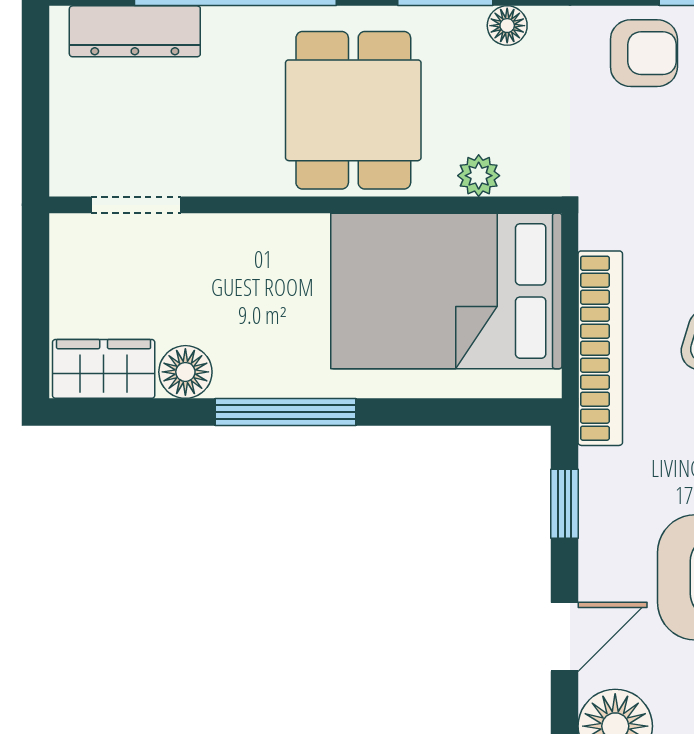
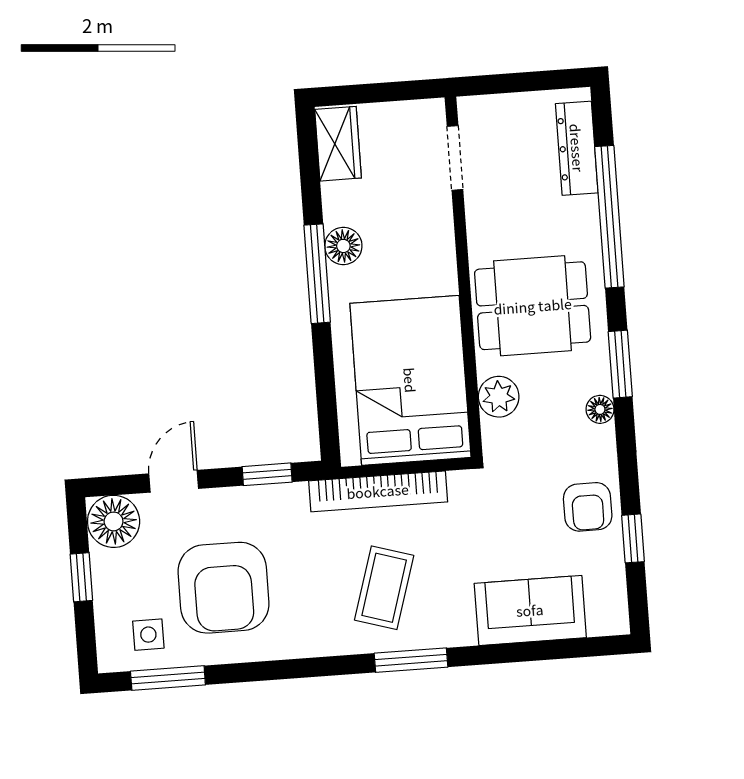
plant: (479, 176) -> (499, 397), width x1.38, depth x1.38
floor lamp: (185, 372) -> (343, 246), moved
door: (565, 637) -> (174, 481), swing flipped

